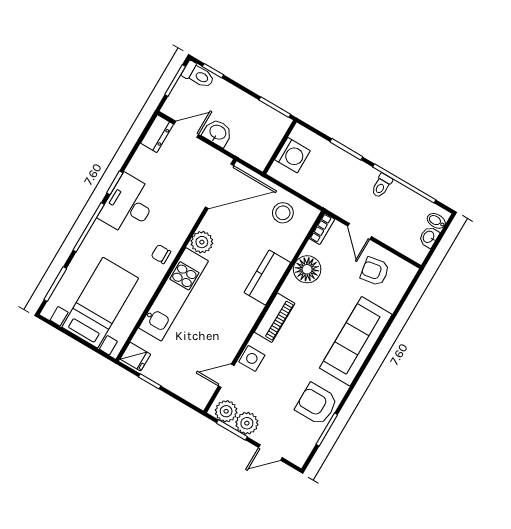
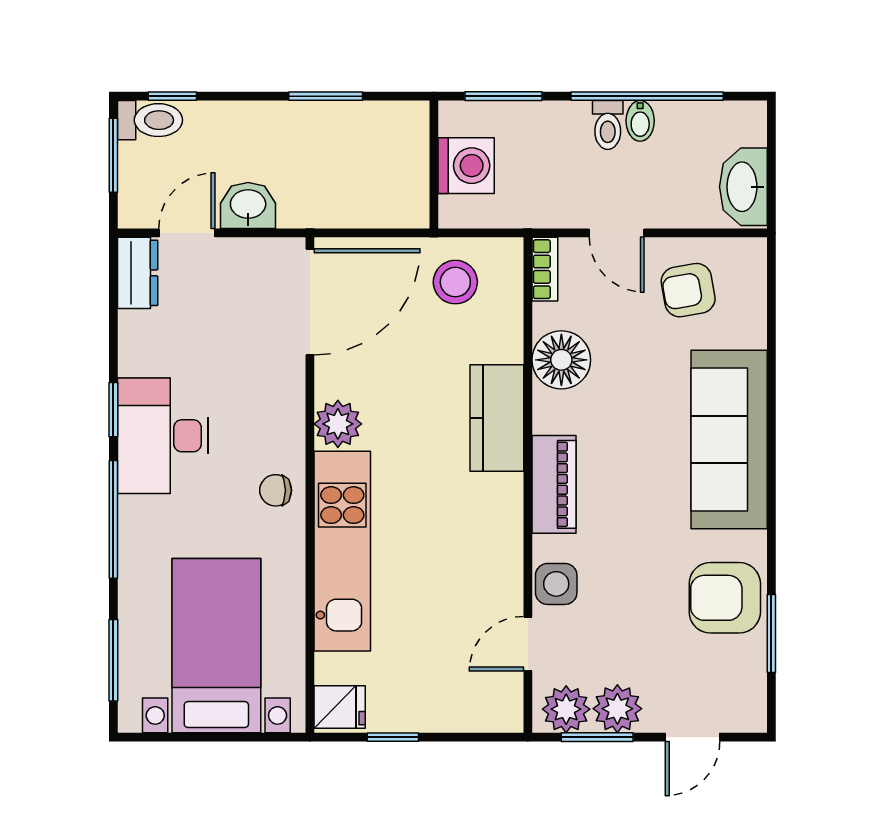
wall: (280, 147) -> (434, 164), moved
washing machine: (292, 155) -> (466, 166), moved
bidet: (436, 221) -> (640, 121), moved, turned -90
washbasin: (429, 237) -> (743, 187), width x1.91, depth x1.45

